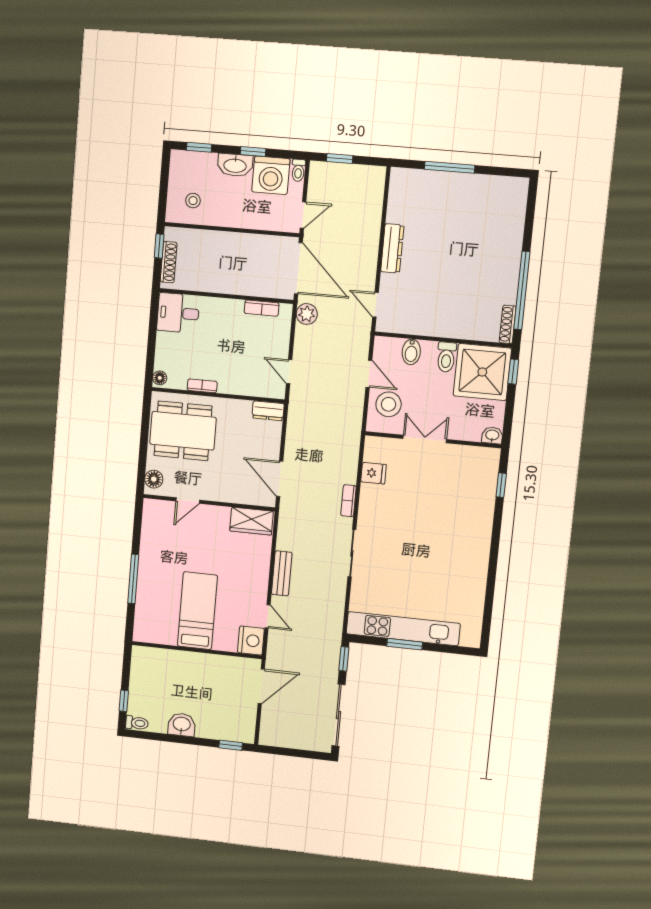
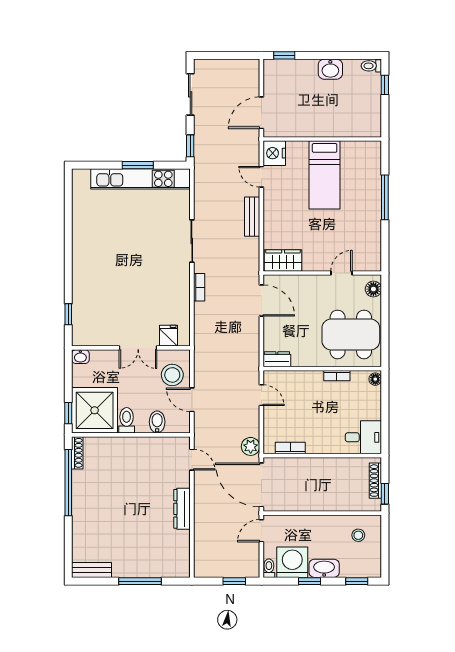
bench: (505, 185) -> (92, 570), added
fridge: (373, 473) -> (168, 336), moved, turned 90
sliding door: (338, 715) -> (190, 94), width x0.73

